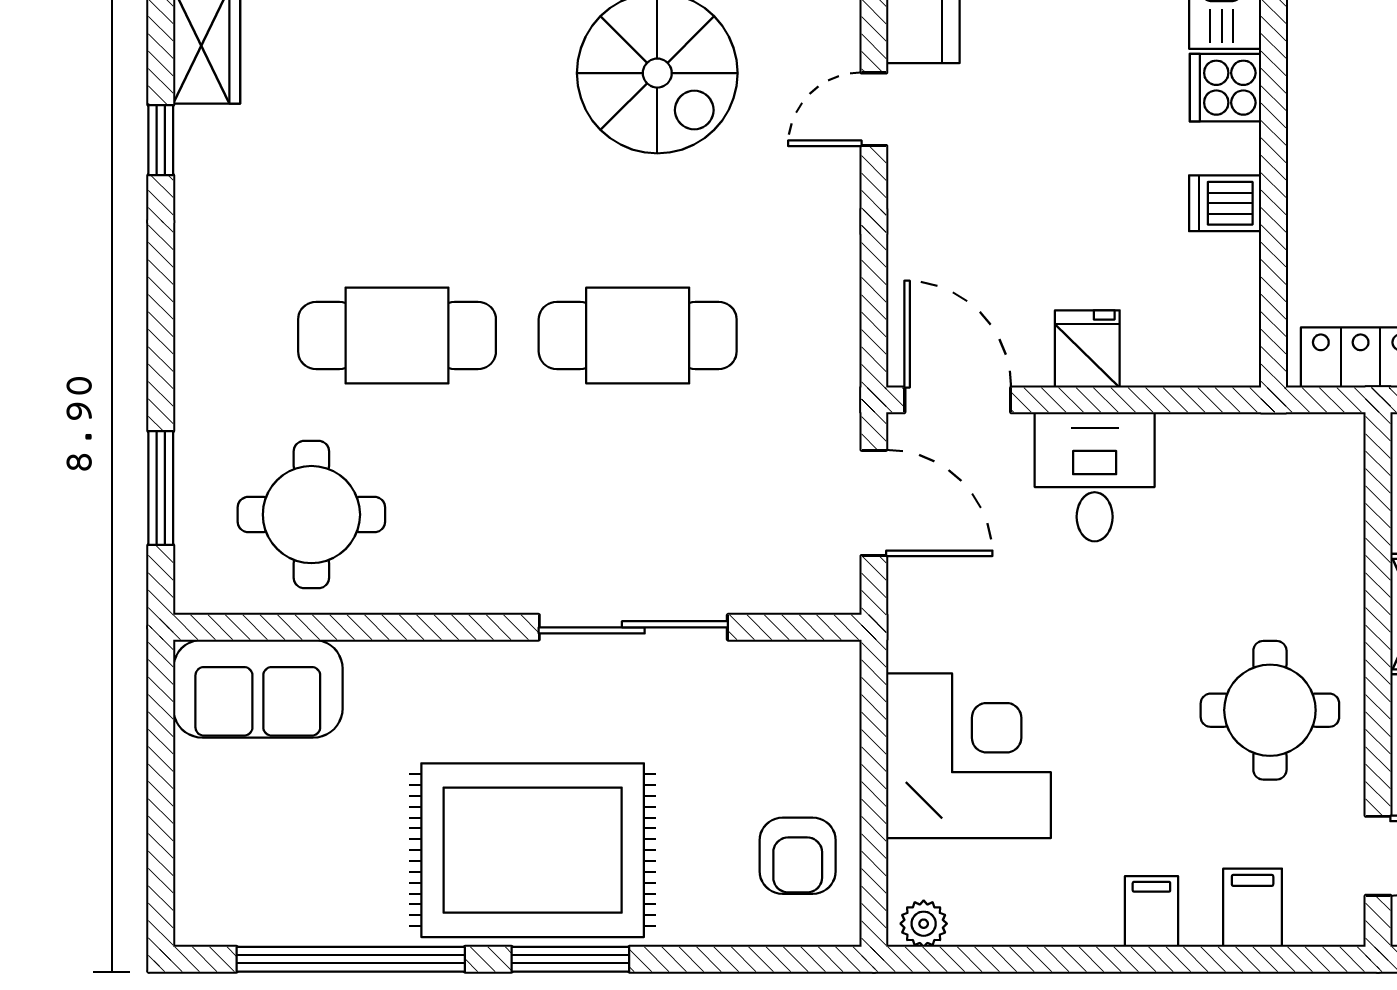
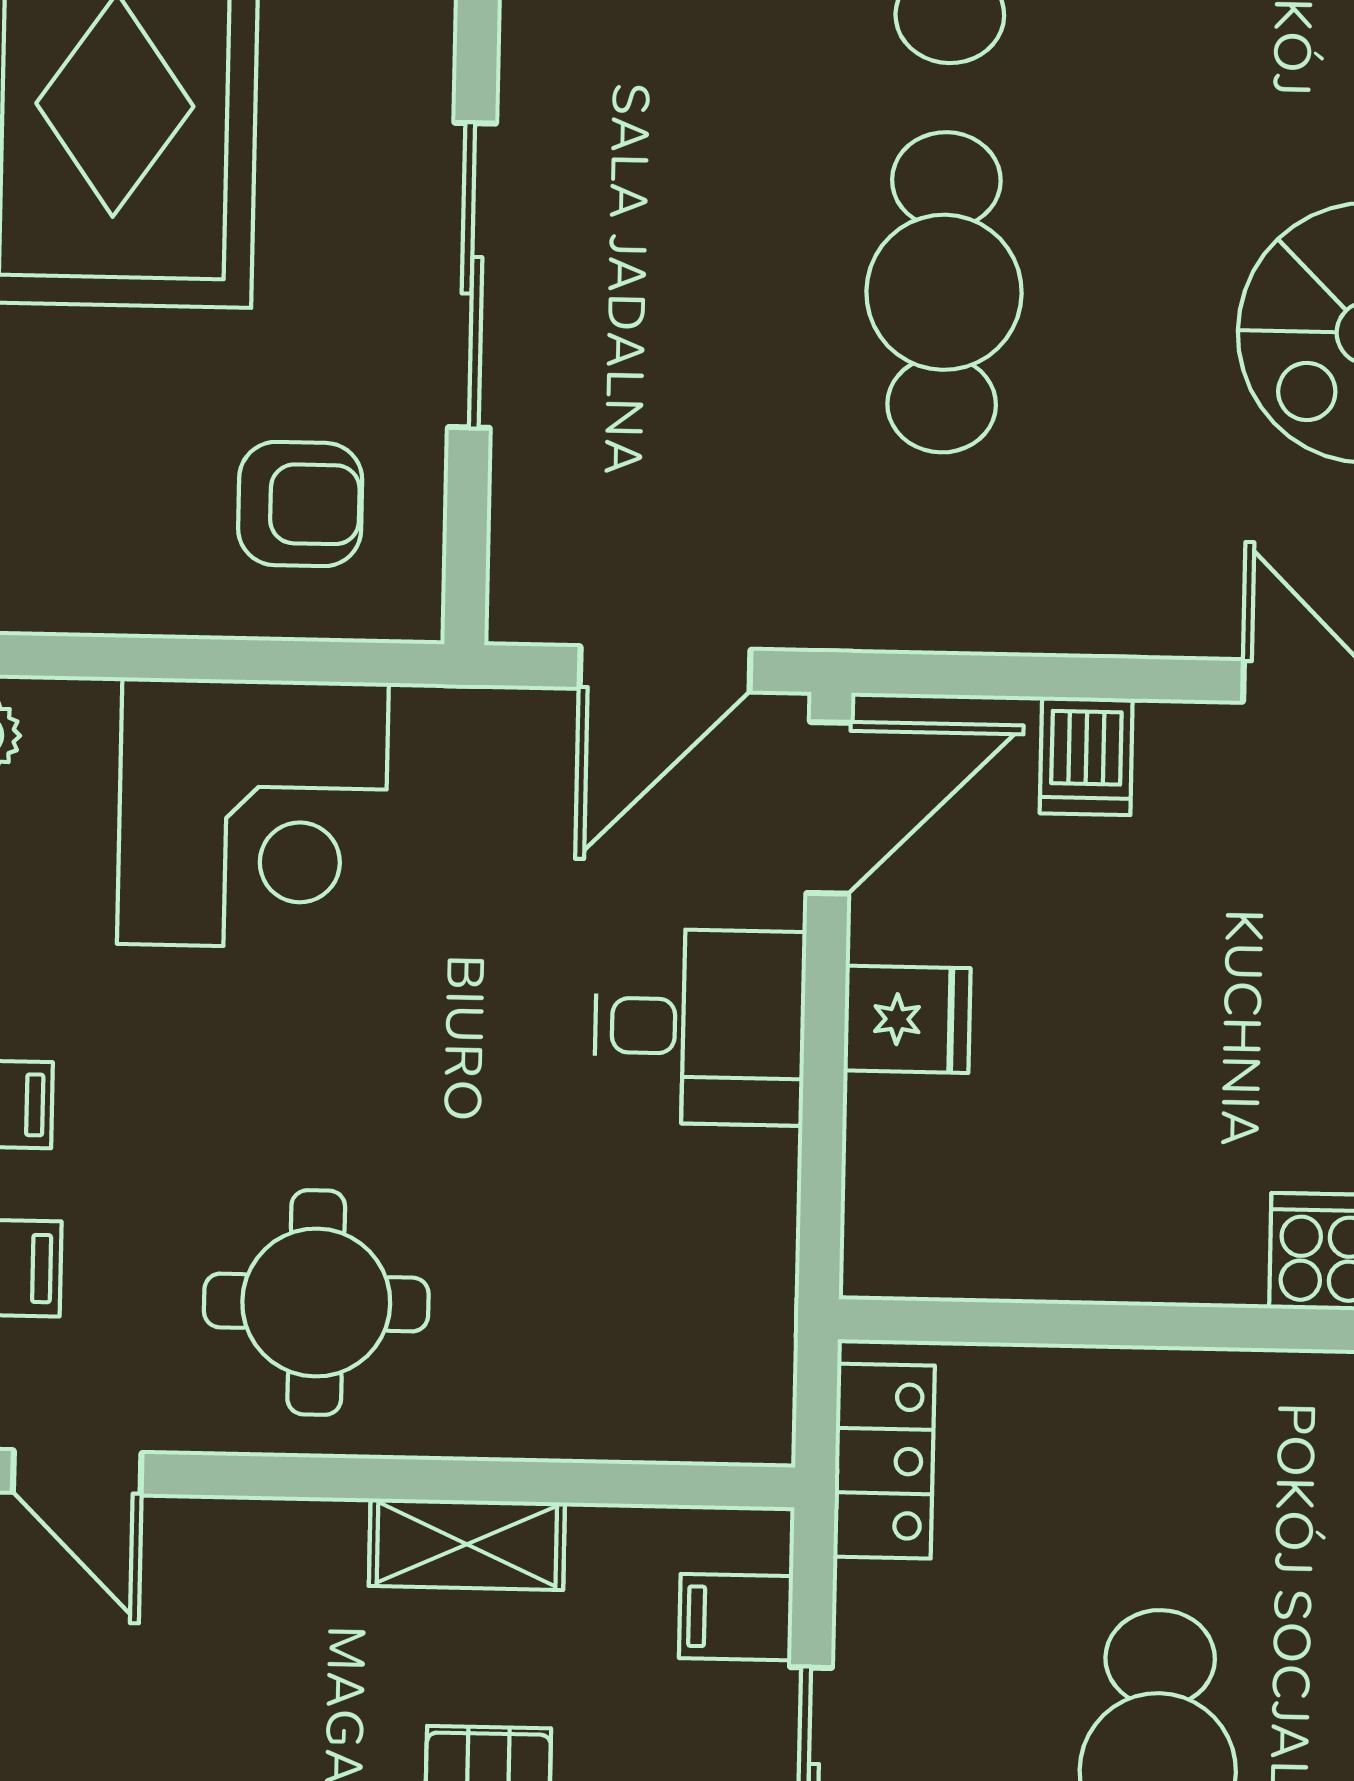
dishwasher: (1225, 203) -> (1086, 756), moved, turned 180
armchair: (798, 856) -> (300, 504), moved, turned 180

